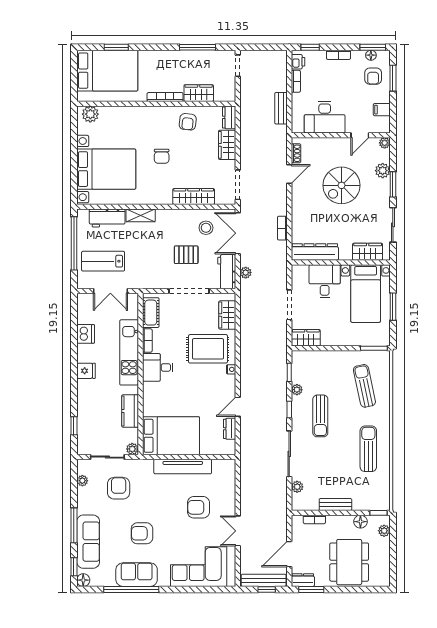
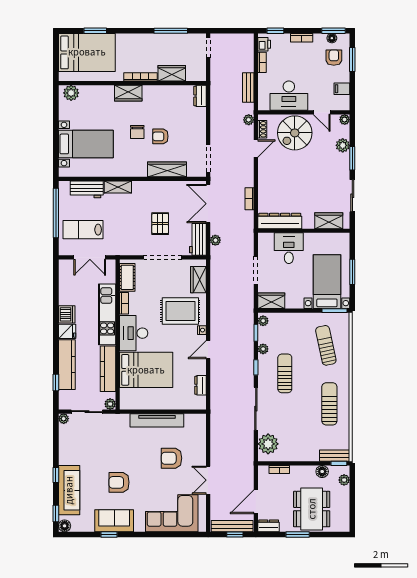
armchair: (373, 76) -> (334, 58), turned 180
armchair: (188, 122) -> (160, 136), moved, turned 84
door: (360, 135) -> (322, 112), hinge flipped
plant: (281, 143) -> (249, 120), added
wardrobe: (227, 145) -> (128, 93), moved, turned -90
bed with nightstands: (106, 169) -> (86, 144), width x0.73
spiral stairs: (342, 185) -> (295, 133), moved
stool: (206, 228) -> (179, 198), removed
pallet: (186, 255) -> (160, 224), turned 90
bed with nightstands: (366, 294) -> (327, 282), moved, turned 180
dishwasher: (86, 334) -> (67, 314), moved
plant: (297, 359) -> (263, 321), added
desk: (158, 367) -> (134, 333), width x1.37
kitchen counter: (86, 407) -> (67, 365), added
door: (238, 407) -> (208, 350), moved
kitchen counter: (130, 411) -> (108, 369), width x1.50
sun lounger: (320, 416) -> (285, 373), turned 180
bed: (171, 436) -> (146, 370), moved
plant: (82, 481) -> (64, 419), moved
plant: (297, 487) -> (268, 444), width x1.87, depth x1.87
armchair: (119, 488) -> (97, 440), removed
bench: (335, 505) -> (335, 456), moved
window: (74, 525) -> (56, 475), width x0.46
window: (131, 589) -> (109, 535), width x0.32
window: (311, 589) -> (298, 535), moved

